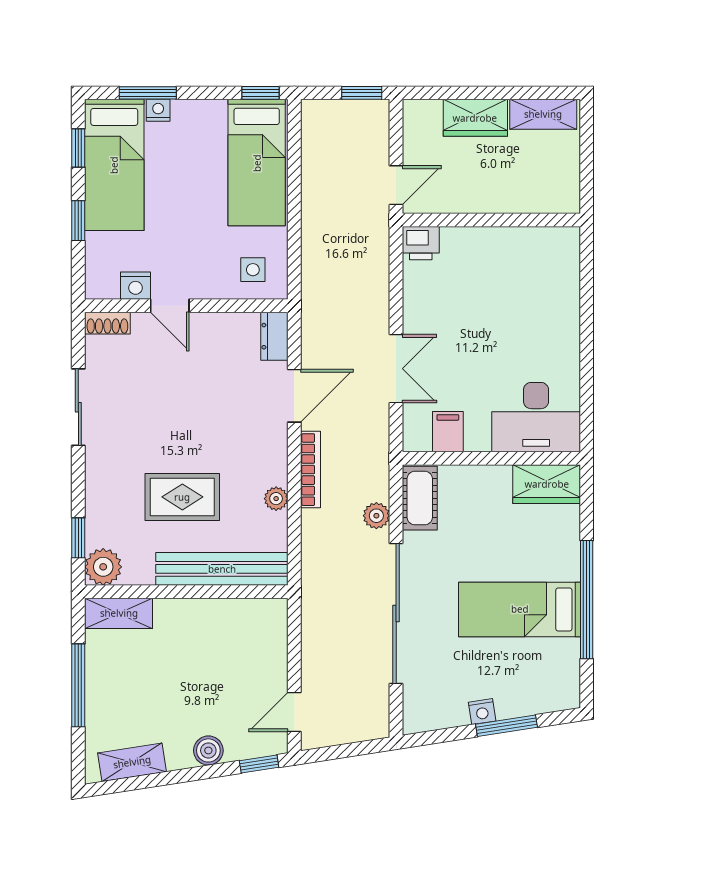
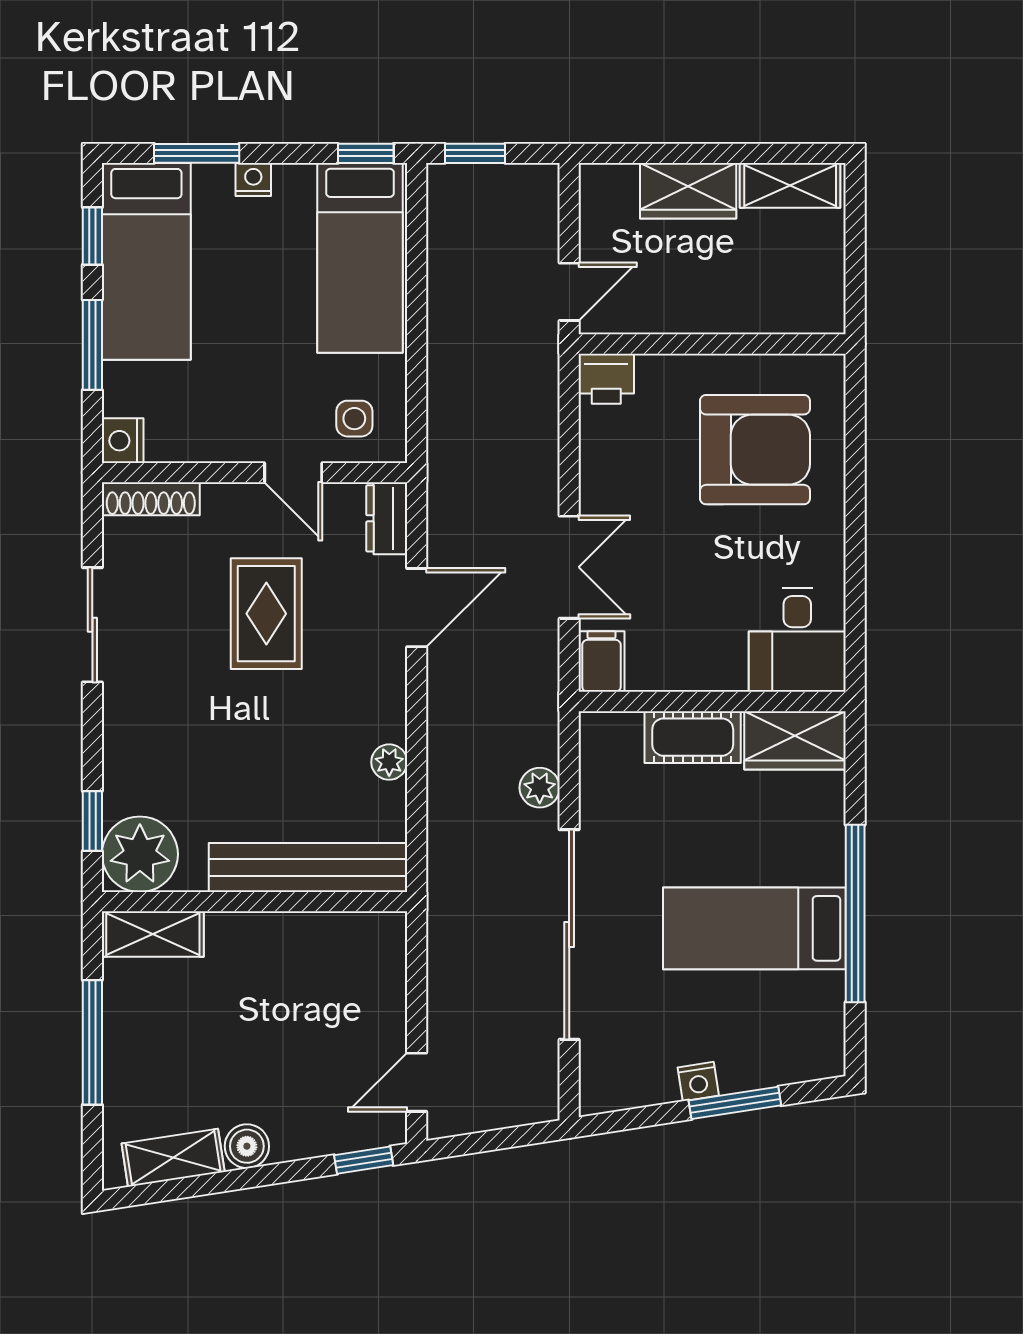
window: (362, 93) -> (475, 153), moved
nightstand: (158, 110) -> (253, 179), moved
window: (78, 221) -> (92, 345), width x1.50
nightstand: (136, 286) -> (123, 441), moved, turned 90
armchair: (520, 290) -> (755, 450), added
door: (170, 306) -> (293, 473), moved
shoe rack: (107, 323) -> (151, 499), width x1.43
desk: (536, 417) -> (797, 640), width x0.73
filing cabinet: (448, 432) -> (601, 662), moved
bookcase: (311, 470) -> (441, 718), removed
rug: (182, 497) -> (266, 614), moved, turned 90
cot: (420, 498) -> (693, 737), moved, turned 90
plant: (103, 567) -> (140, 854), width x1.36, depth x1.36
boiler: (208, 750) -> (247, 1146), moved

